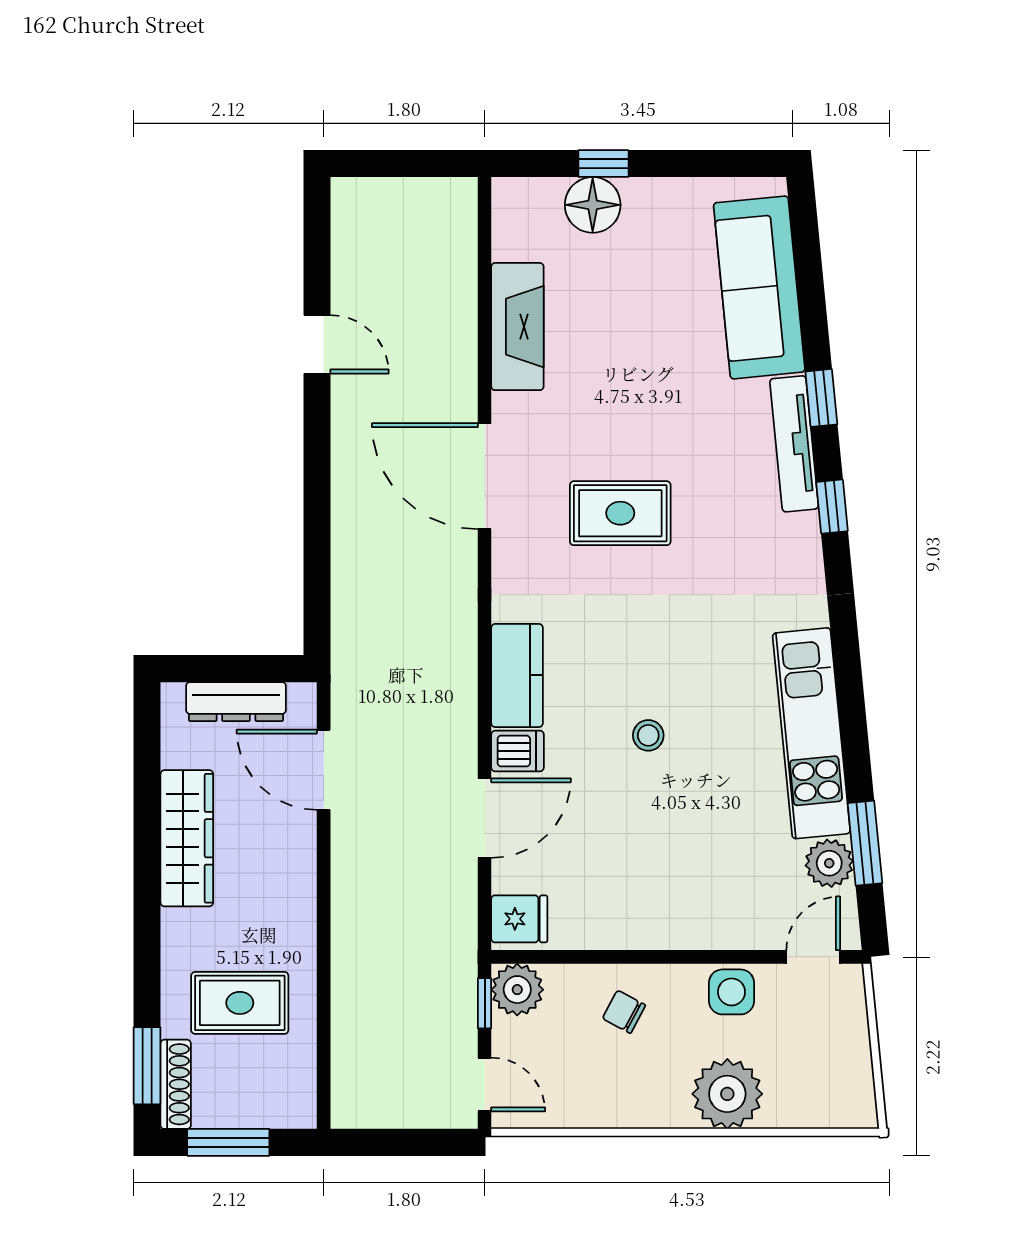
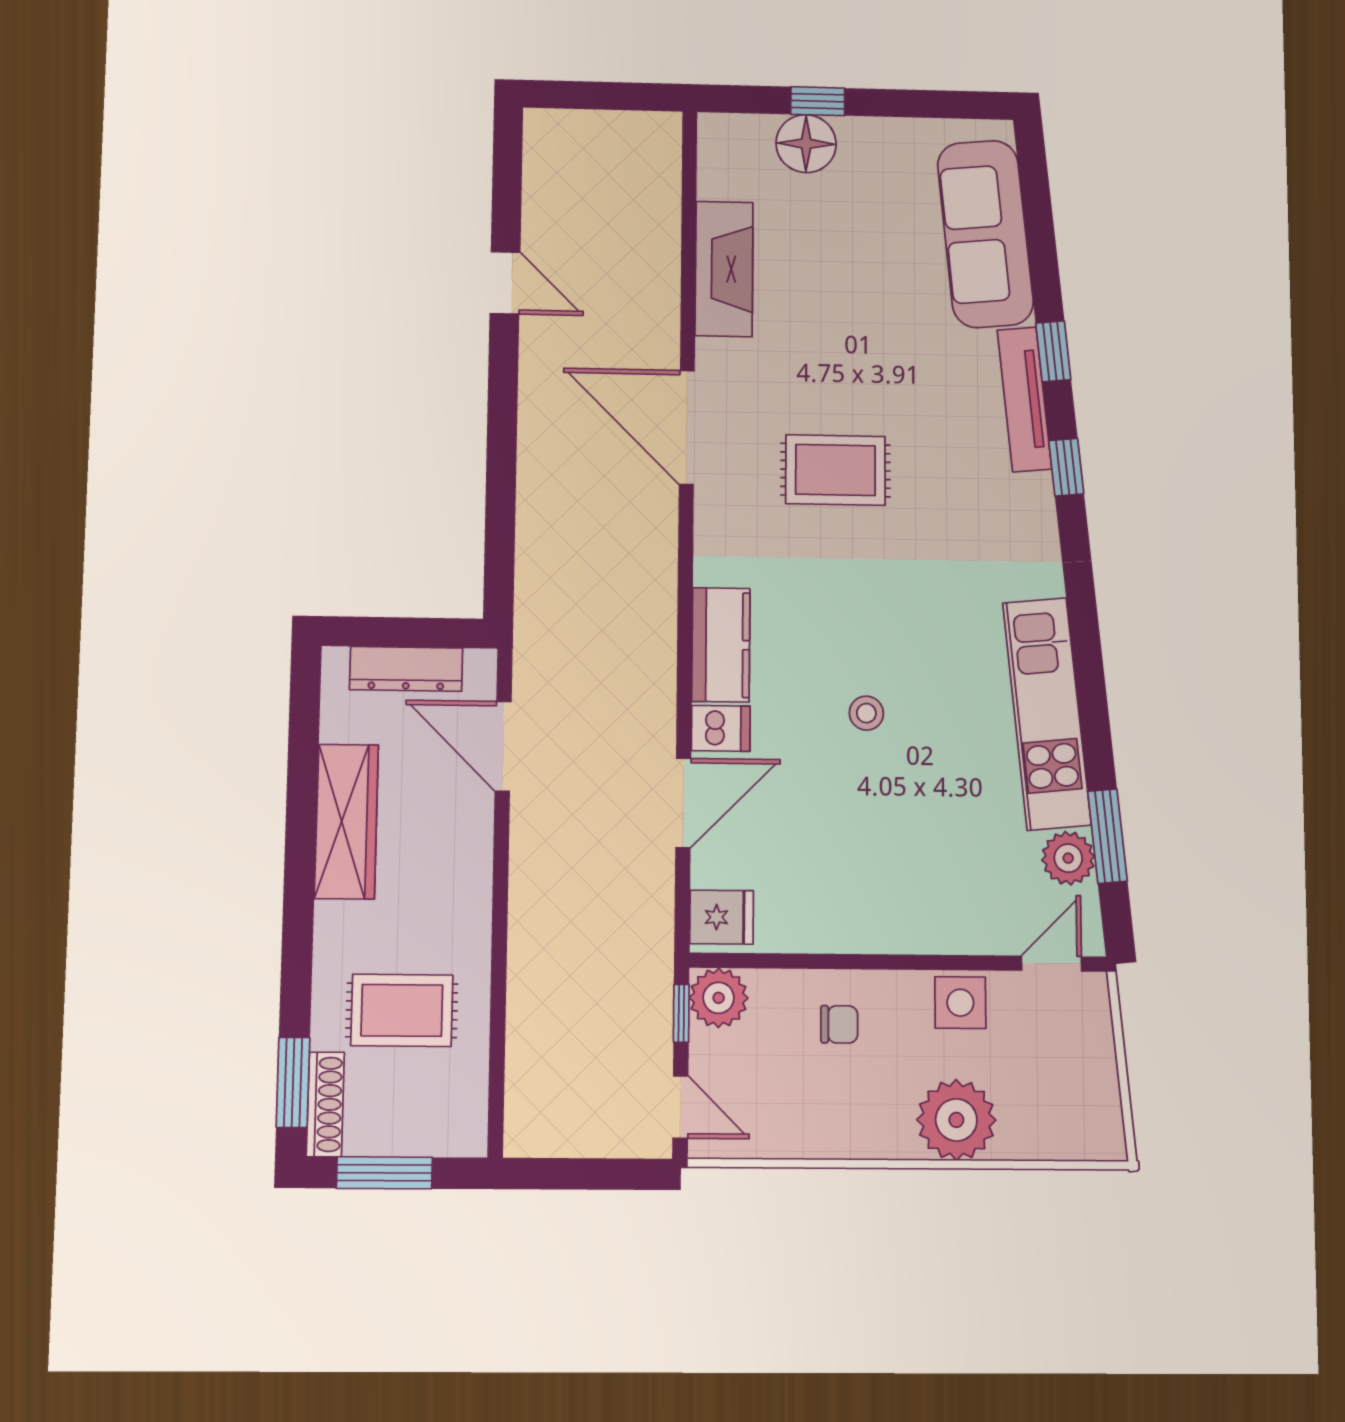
chair: (624, 1012) -> (839, 1024), turned 152

